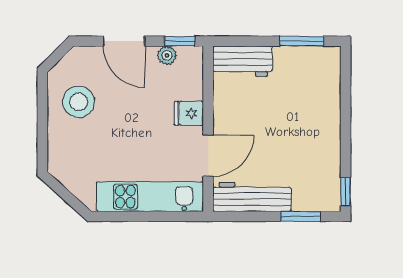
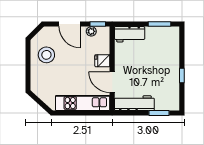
door: (208, 156) -> (112, 82), swing flipped
window: (346, 192) -> (182, 75), moved

